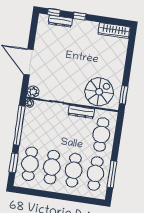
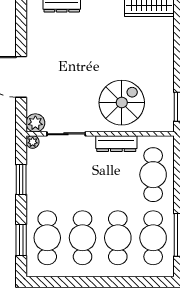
spiral stairs: (99, 92) -> (122, 103), moved
window: (19, 125) -> (21, 179), width x0.47

